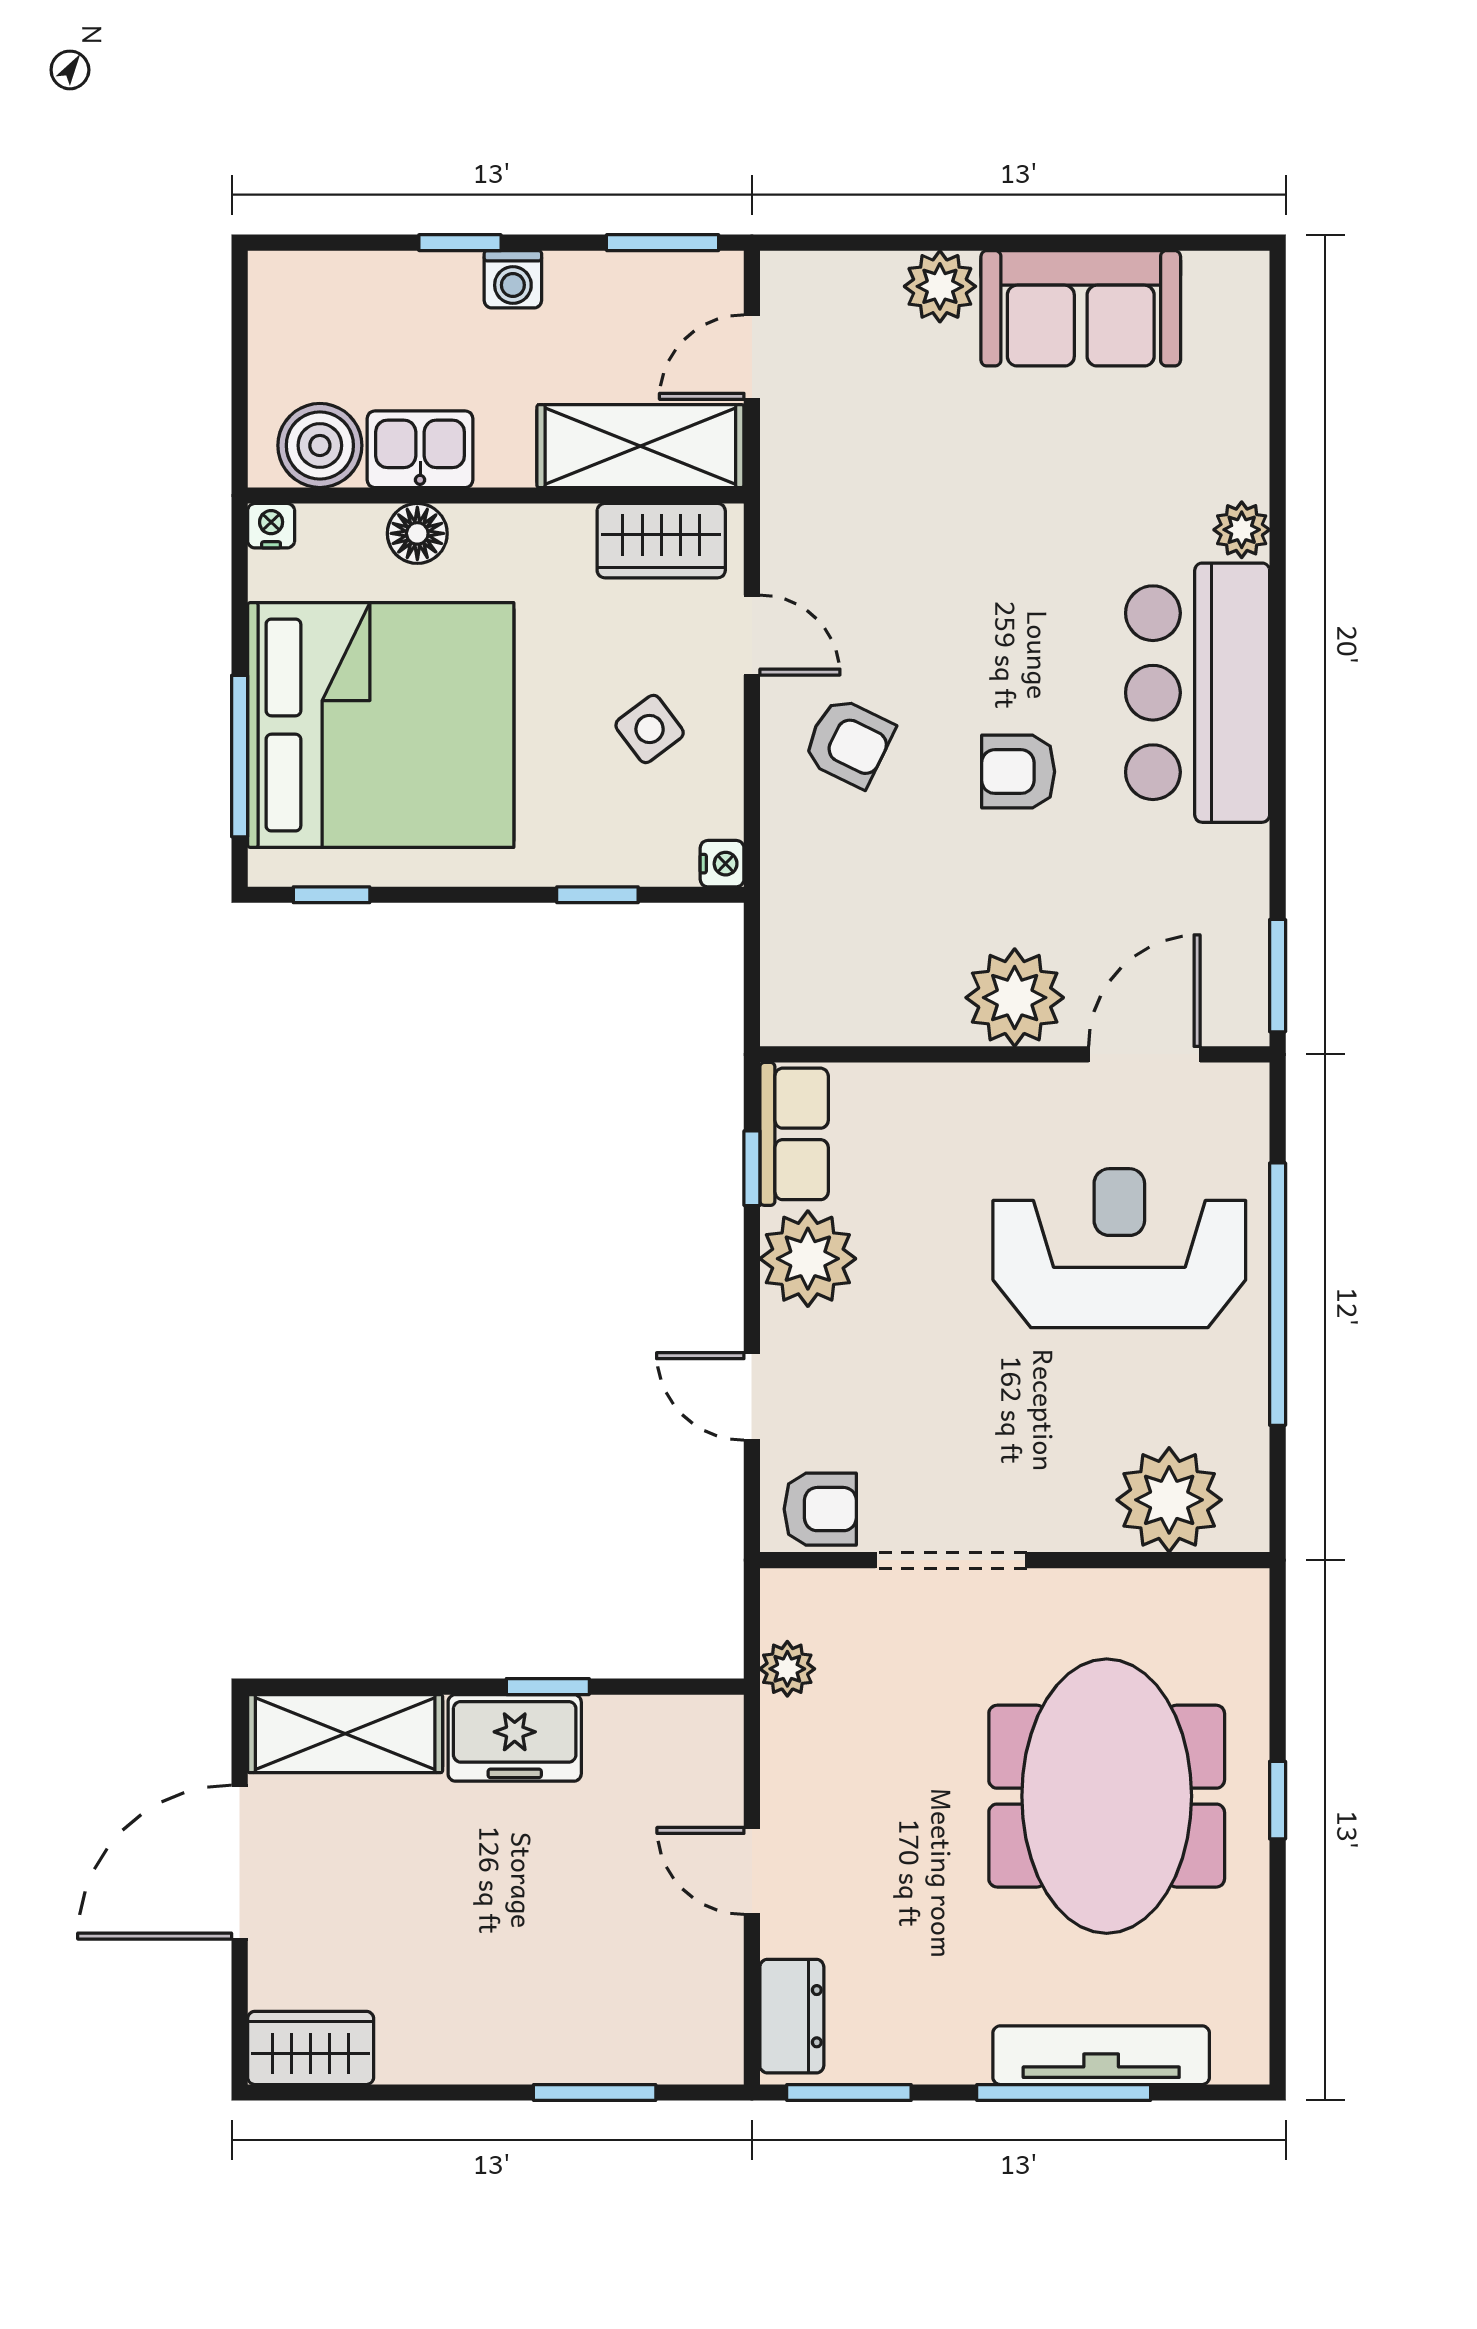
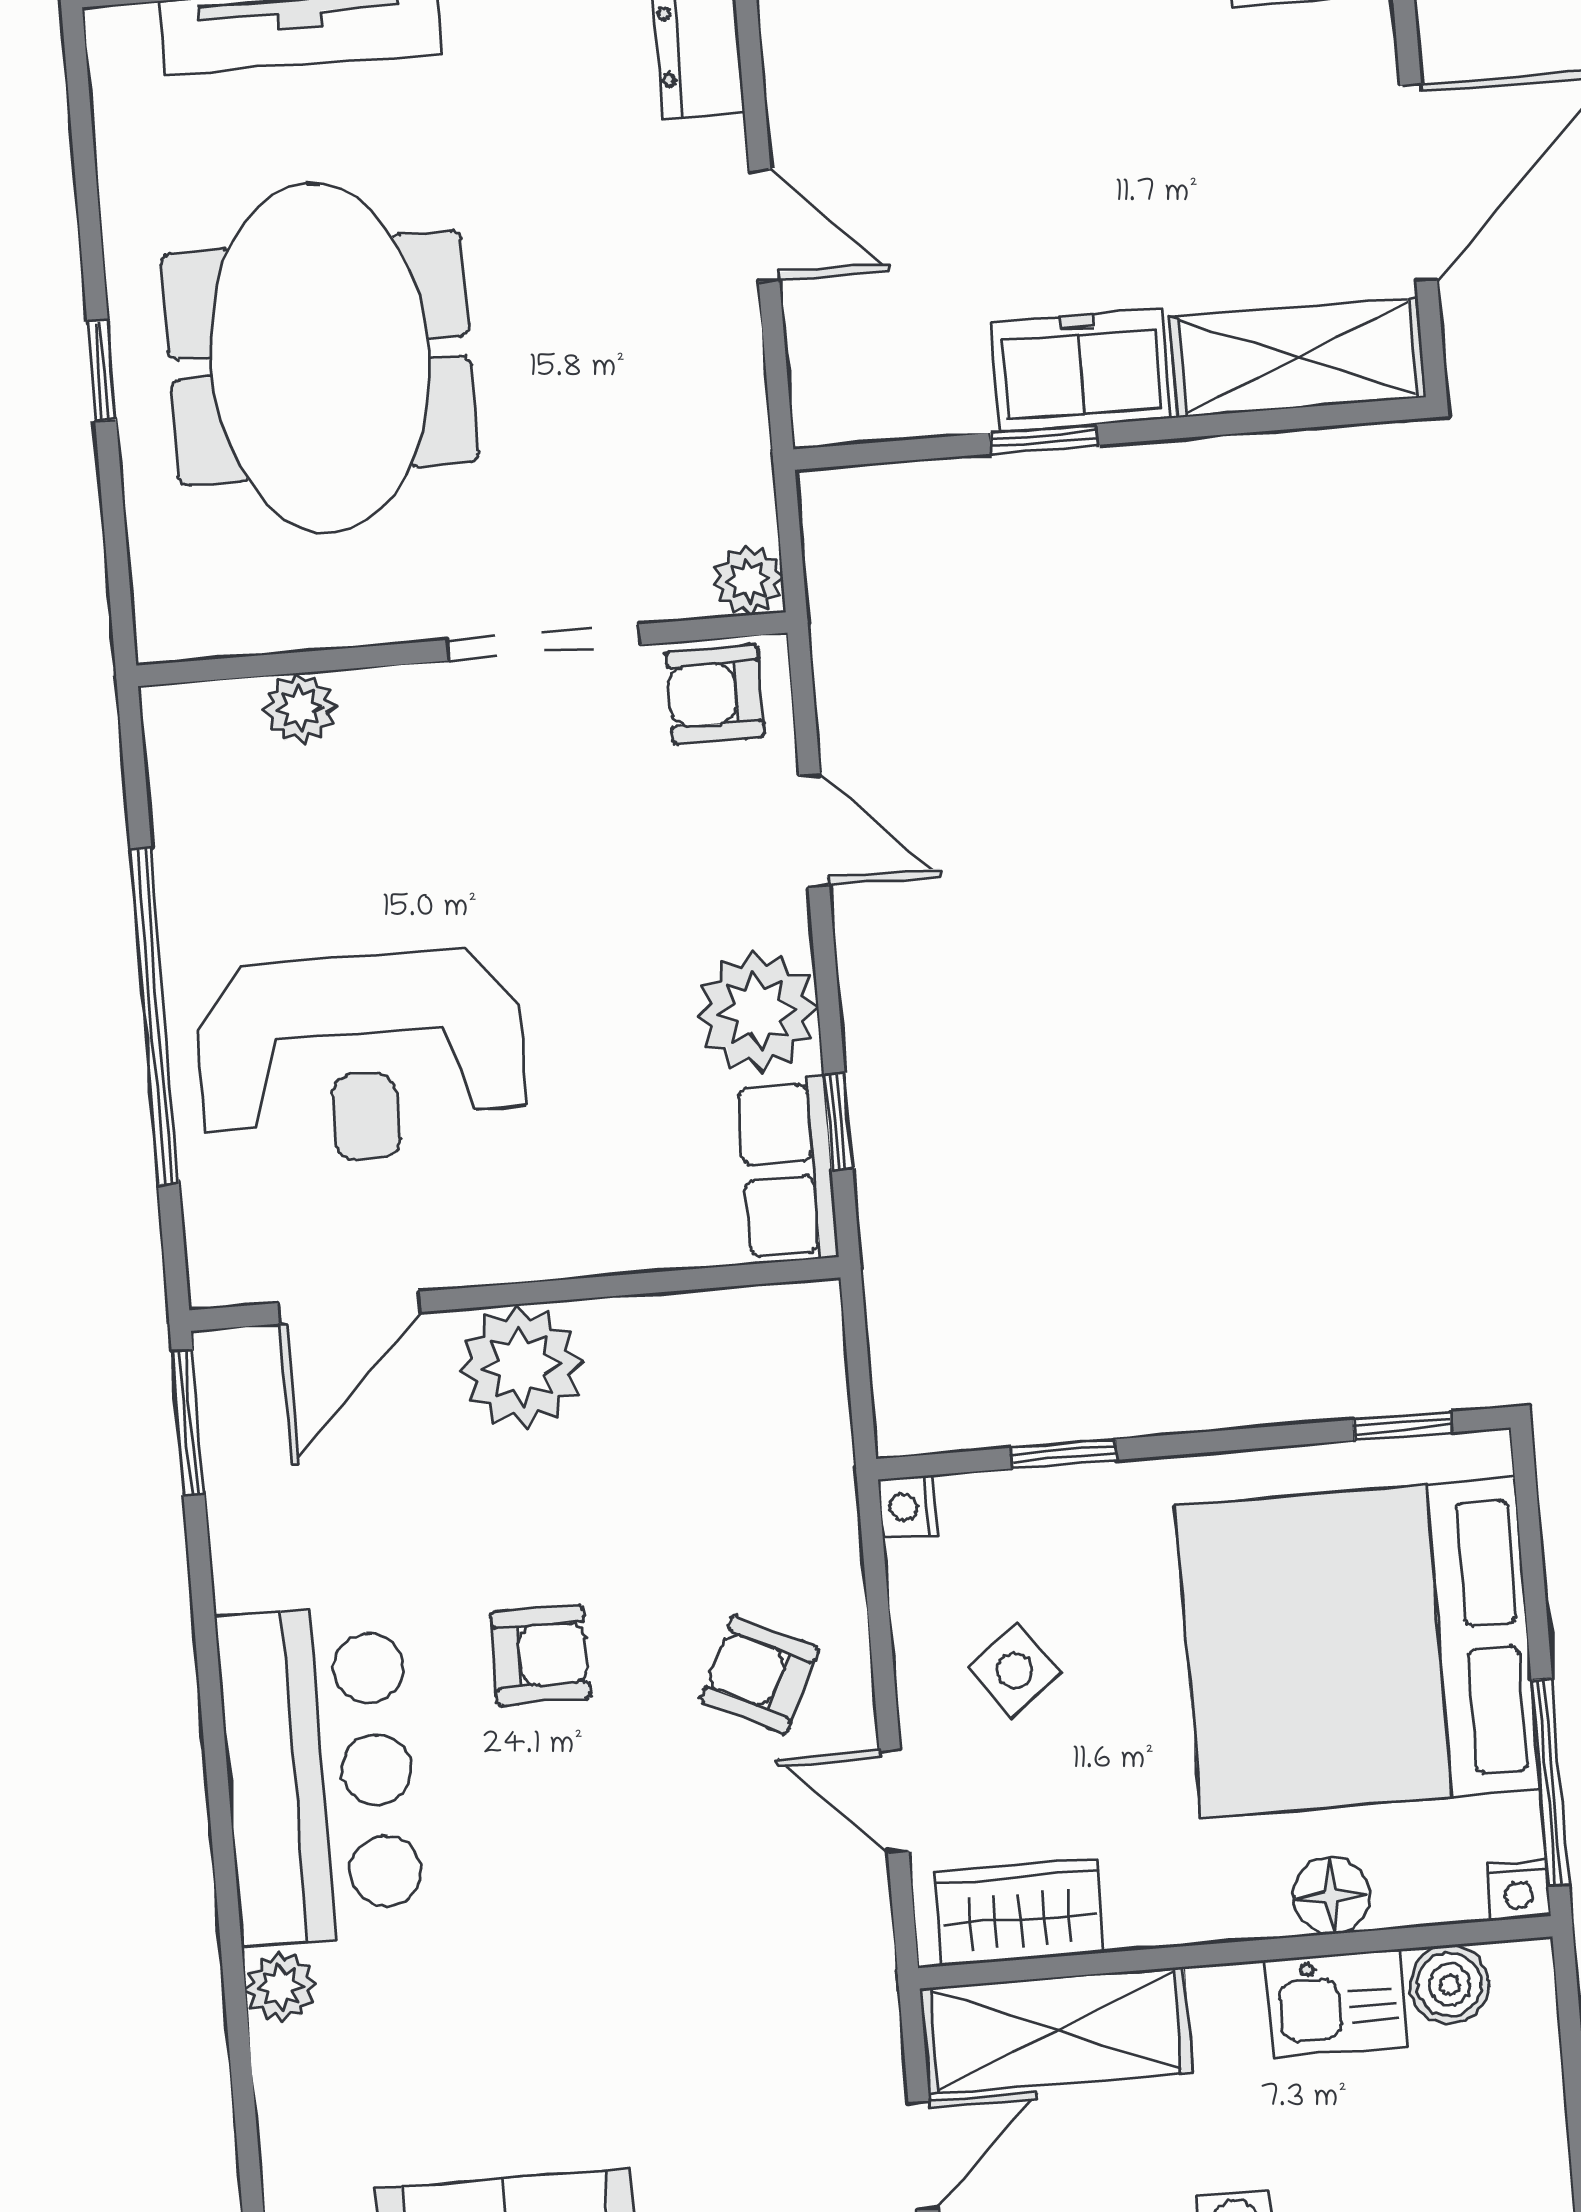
boiler: (320, 445) -> (1449, 1984), width x0.73, depth x0.73
window: (240, 756) -> (1550, 1782), moved
plant: (1169, 1500) -> (300, 709), width x0.53, depth x0.53
plant: (787, 1669) -> (748, 580), moved

